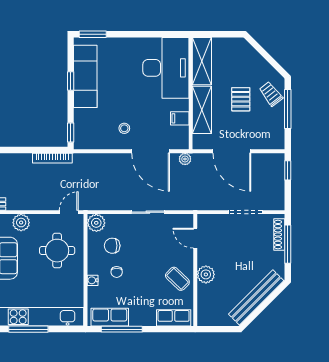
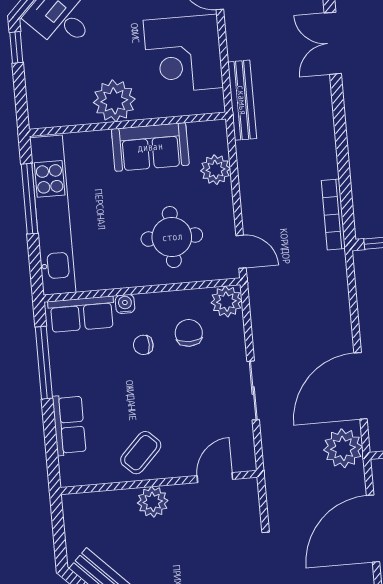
plant: (185, 159) -> (343, 448), width x1.88, depth x1.88
row of seats: (110, 317) -> (82, 314), moved, turned 90
row of seats: (174, 318) -> (69, 425), moved

